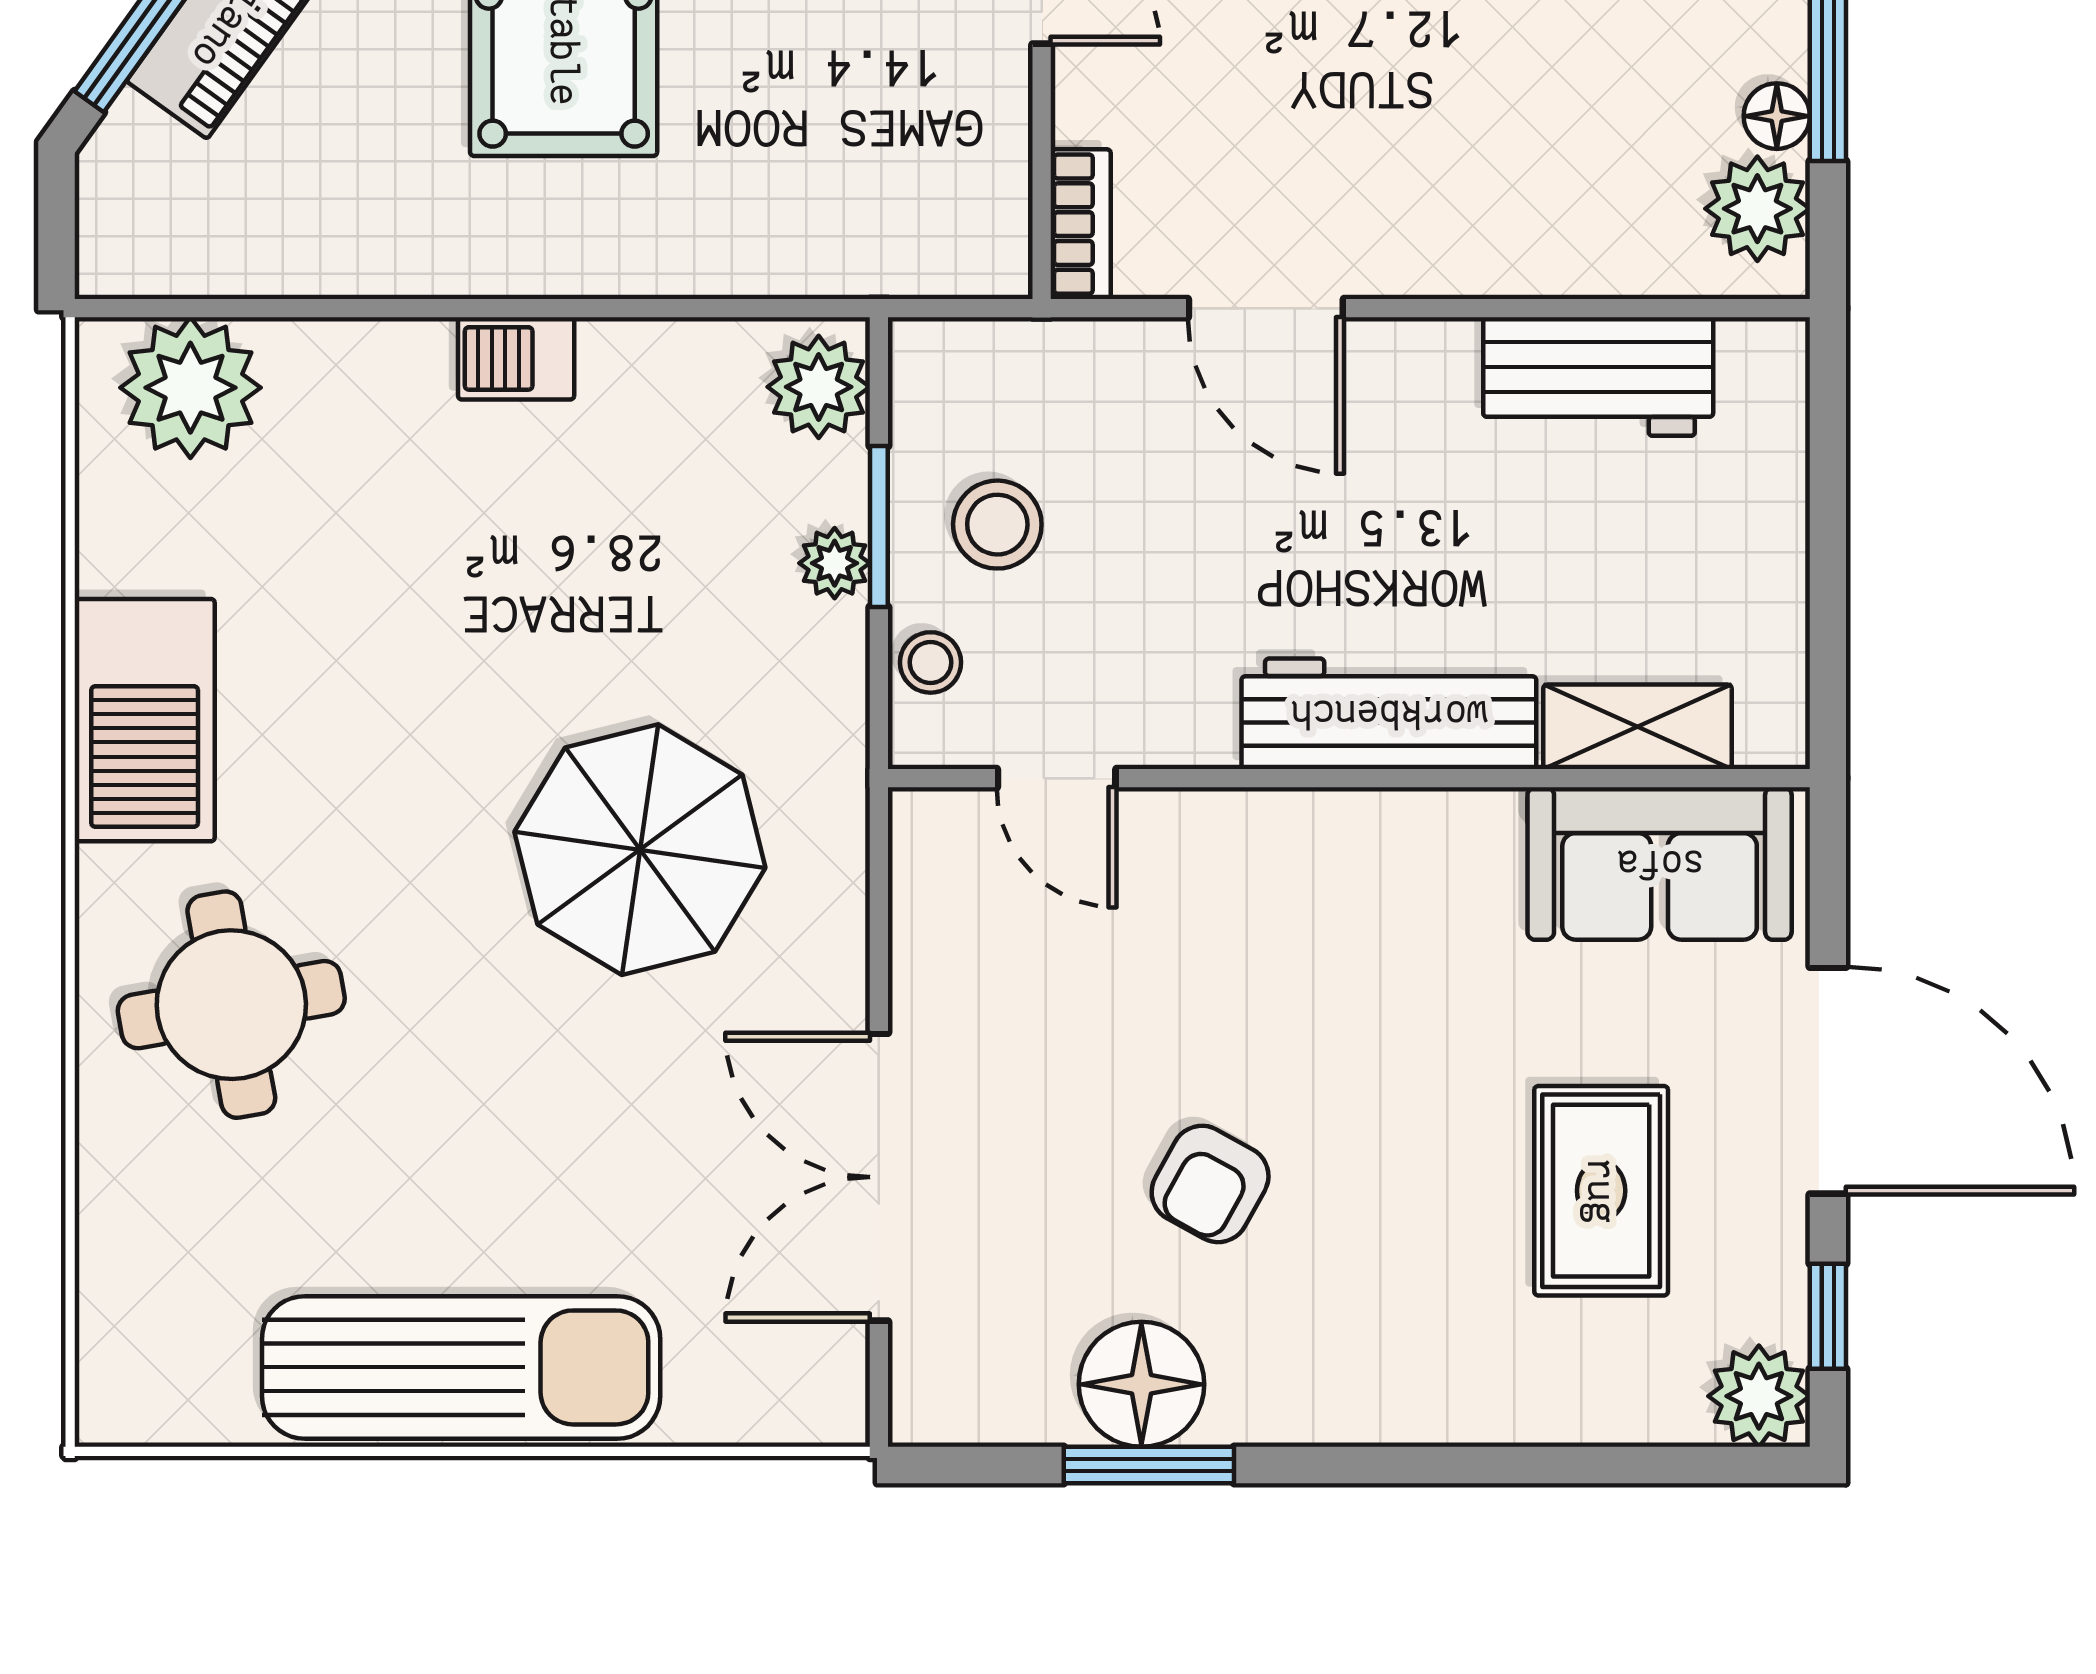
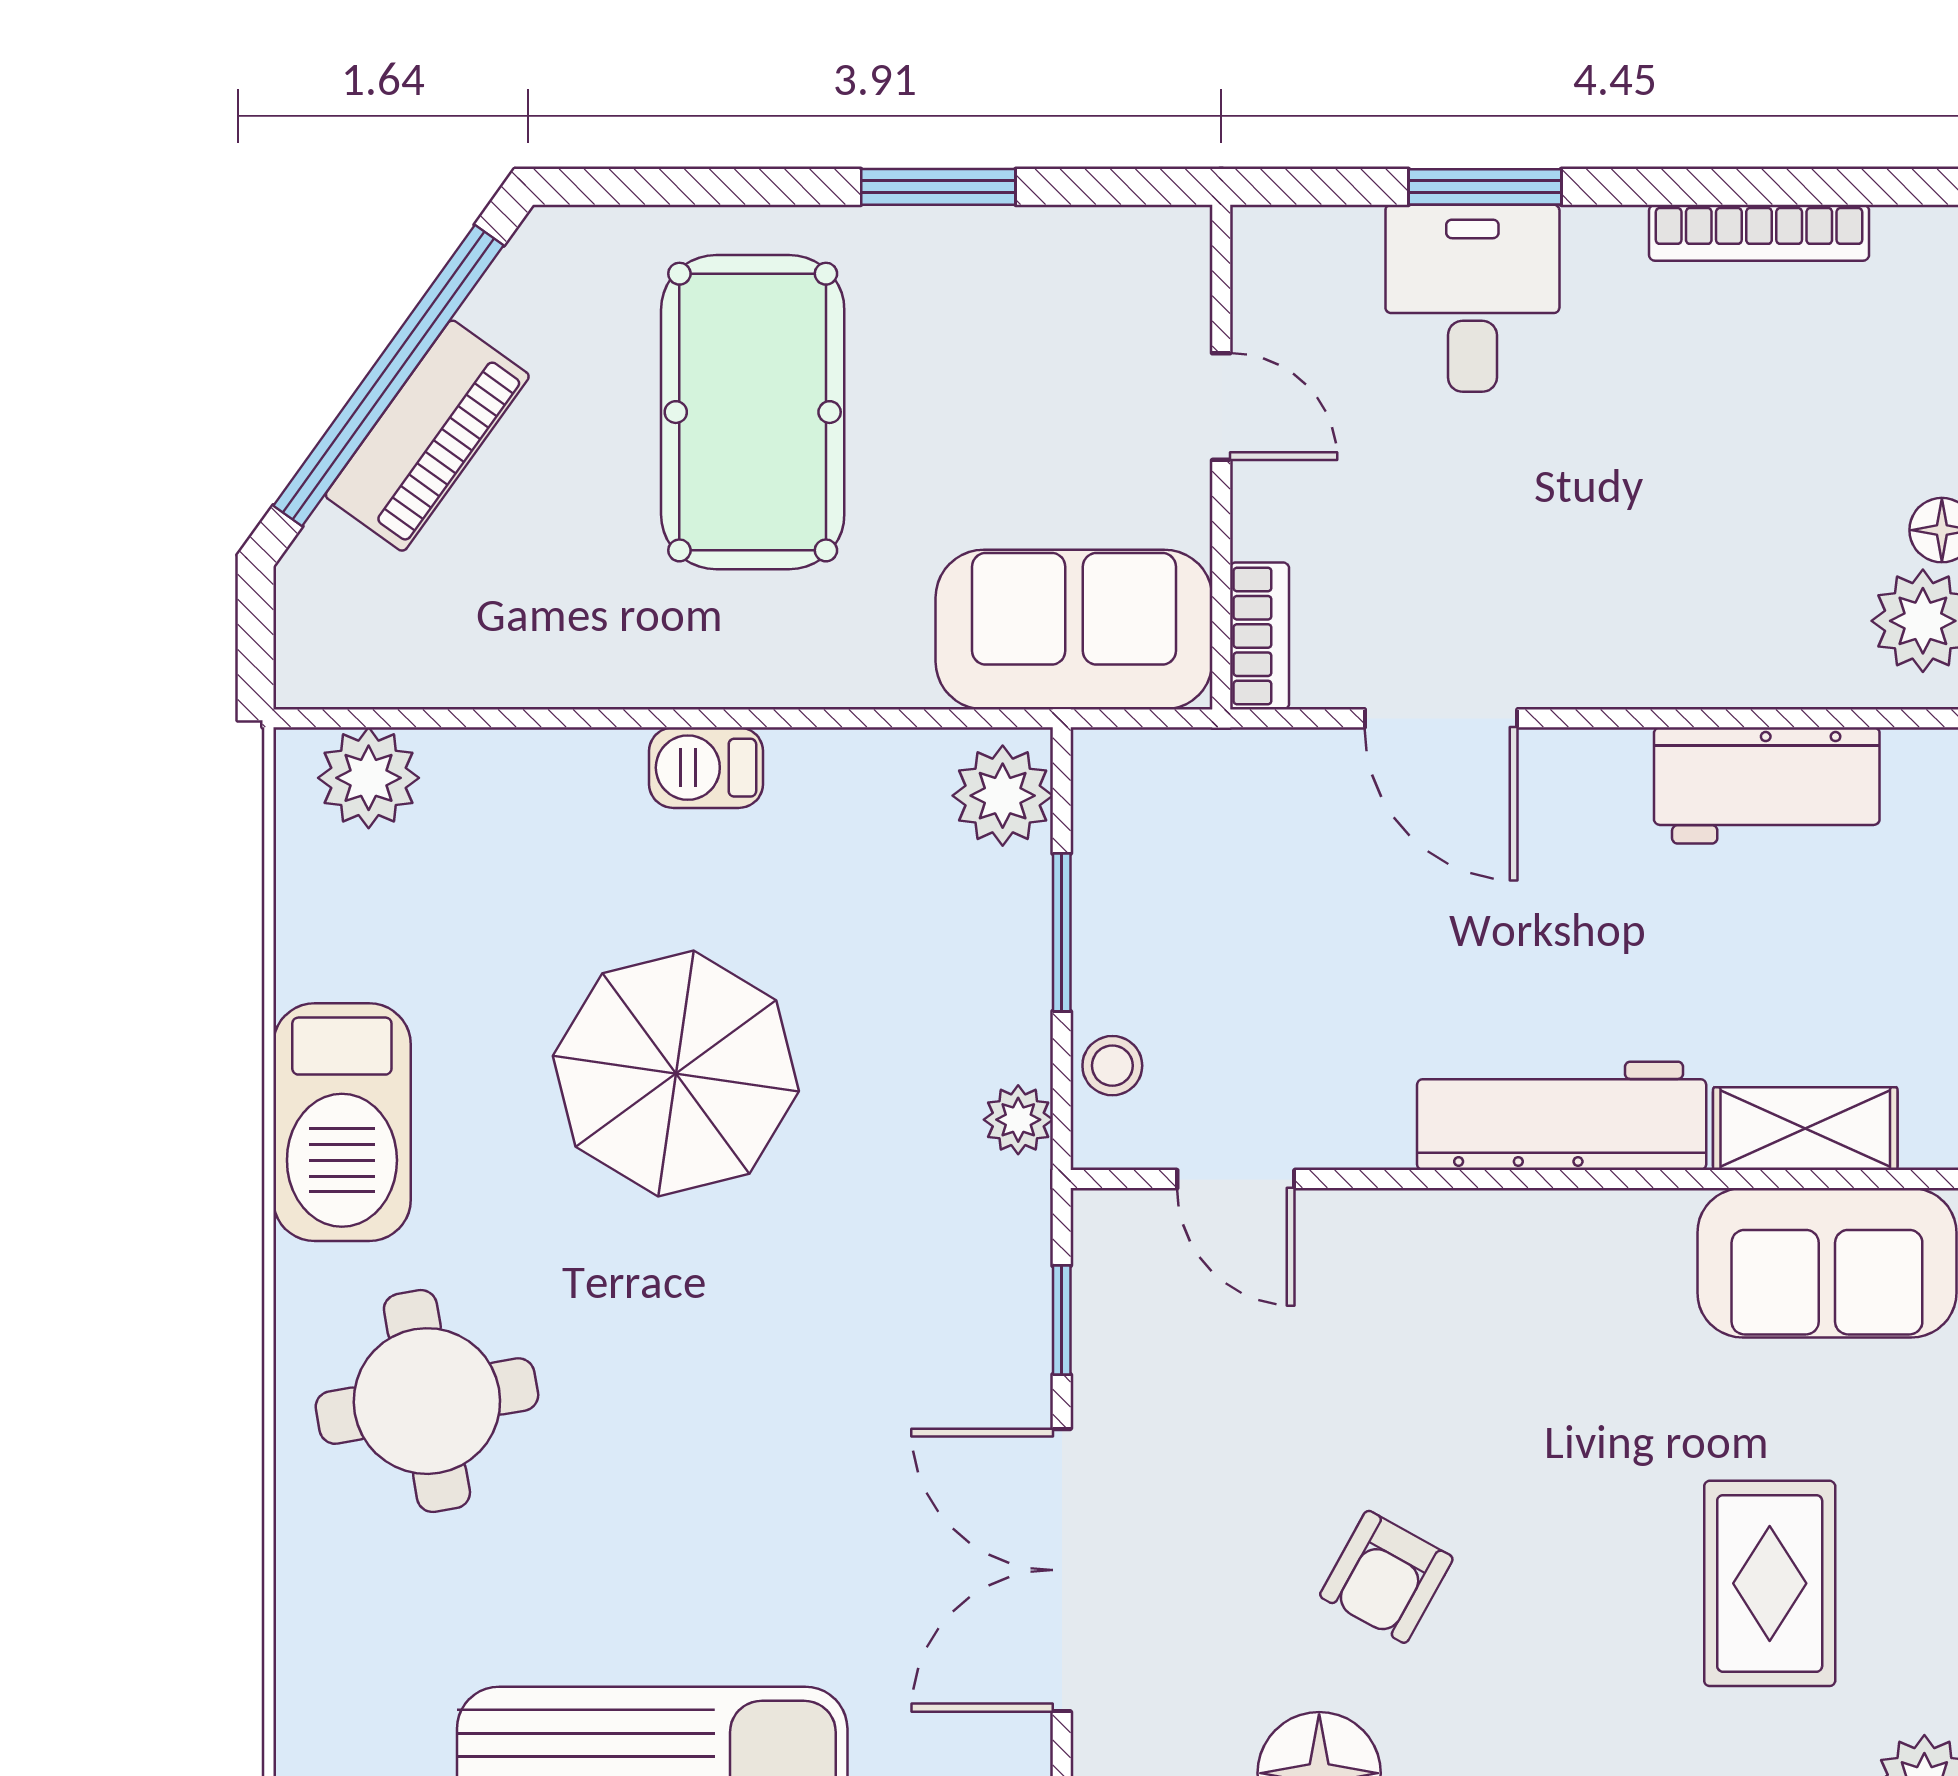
sofa: (891, 218) -> (1074, 630), added
plant: (190, 388) -> (369, 778), width x0.73, depth x0.73
stool: (997, 525) -> (1178, 930), removed
plant: (835, 563) -> (1018, 1120), moved
parasol: (640, 850) -> (676, 1074), moved
window: (879, 922) -> (1062, 1320), added

